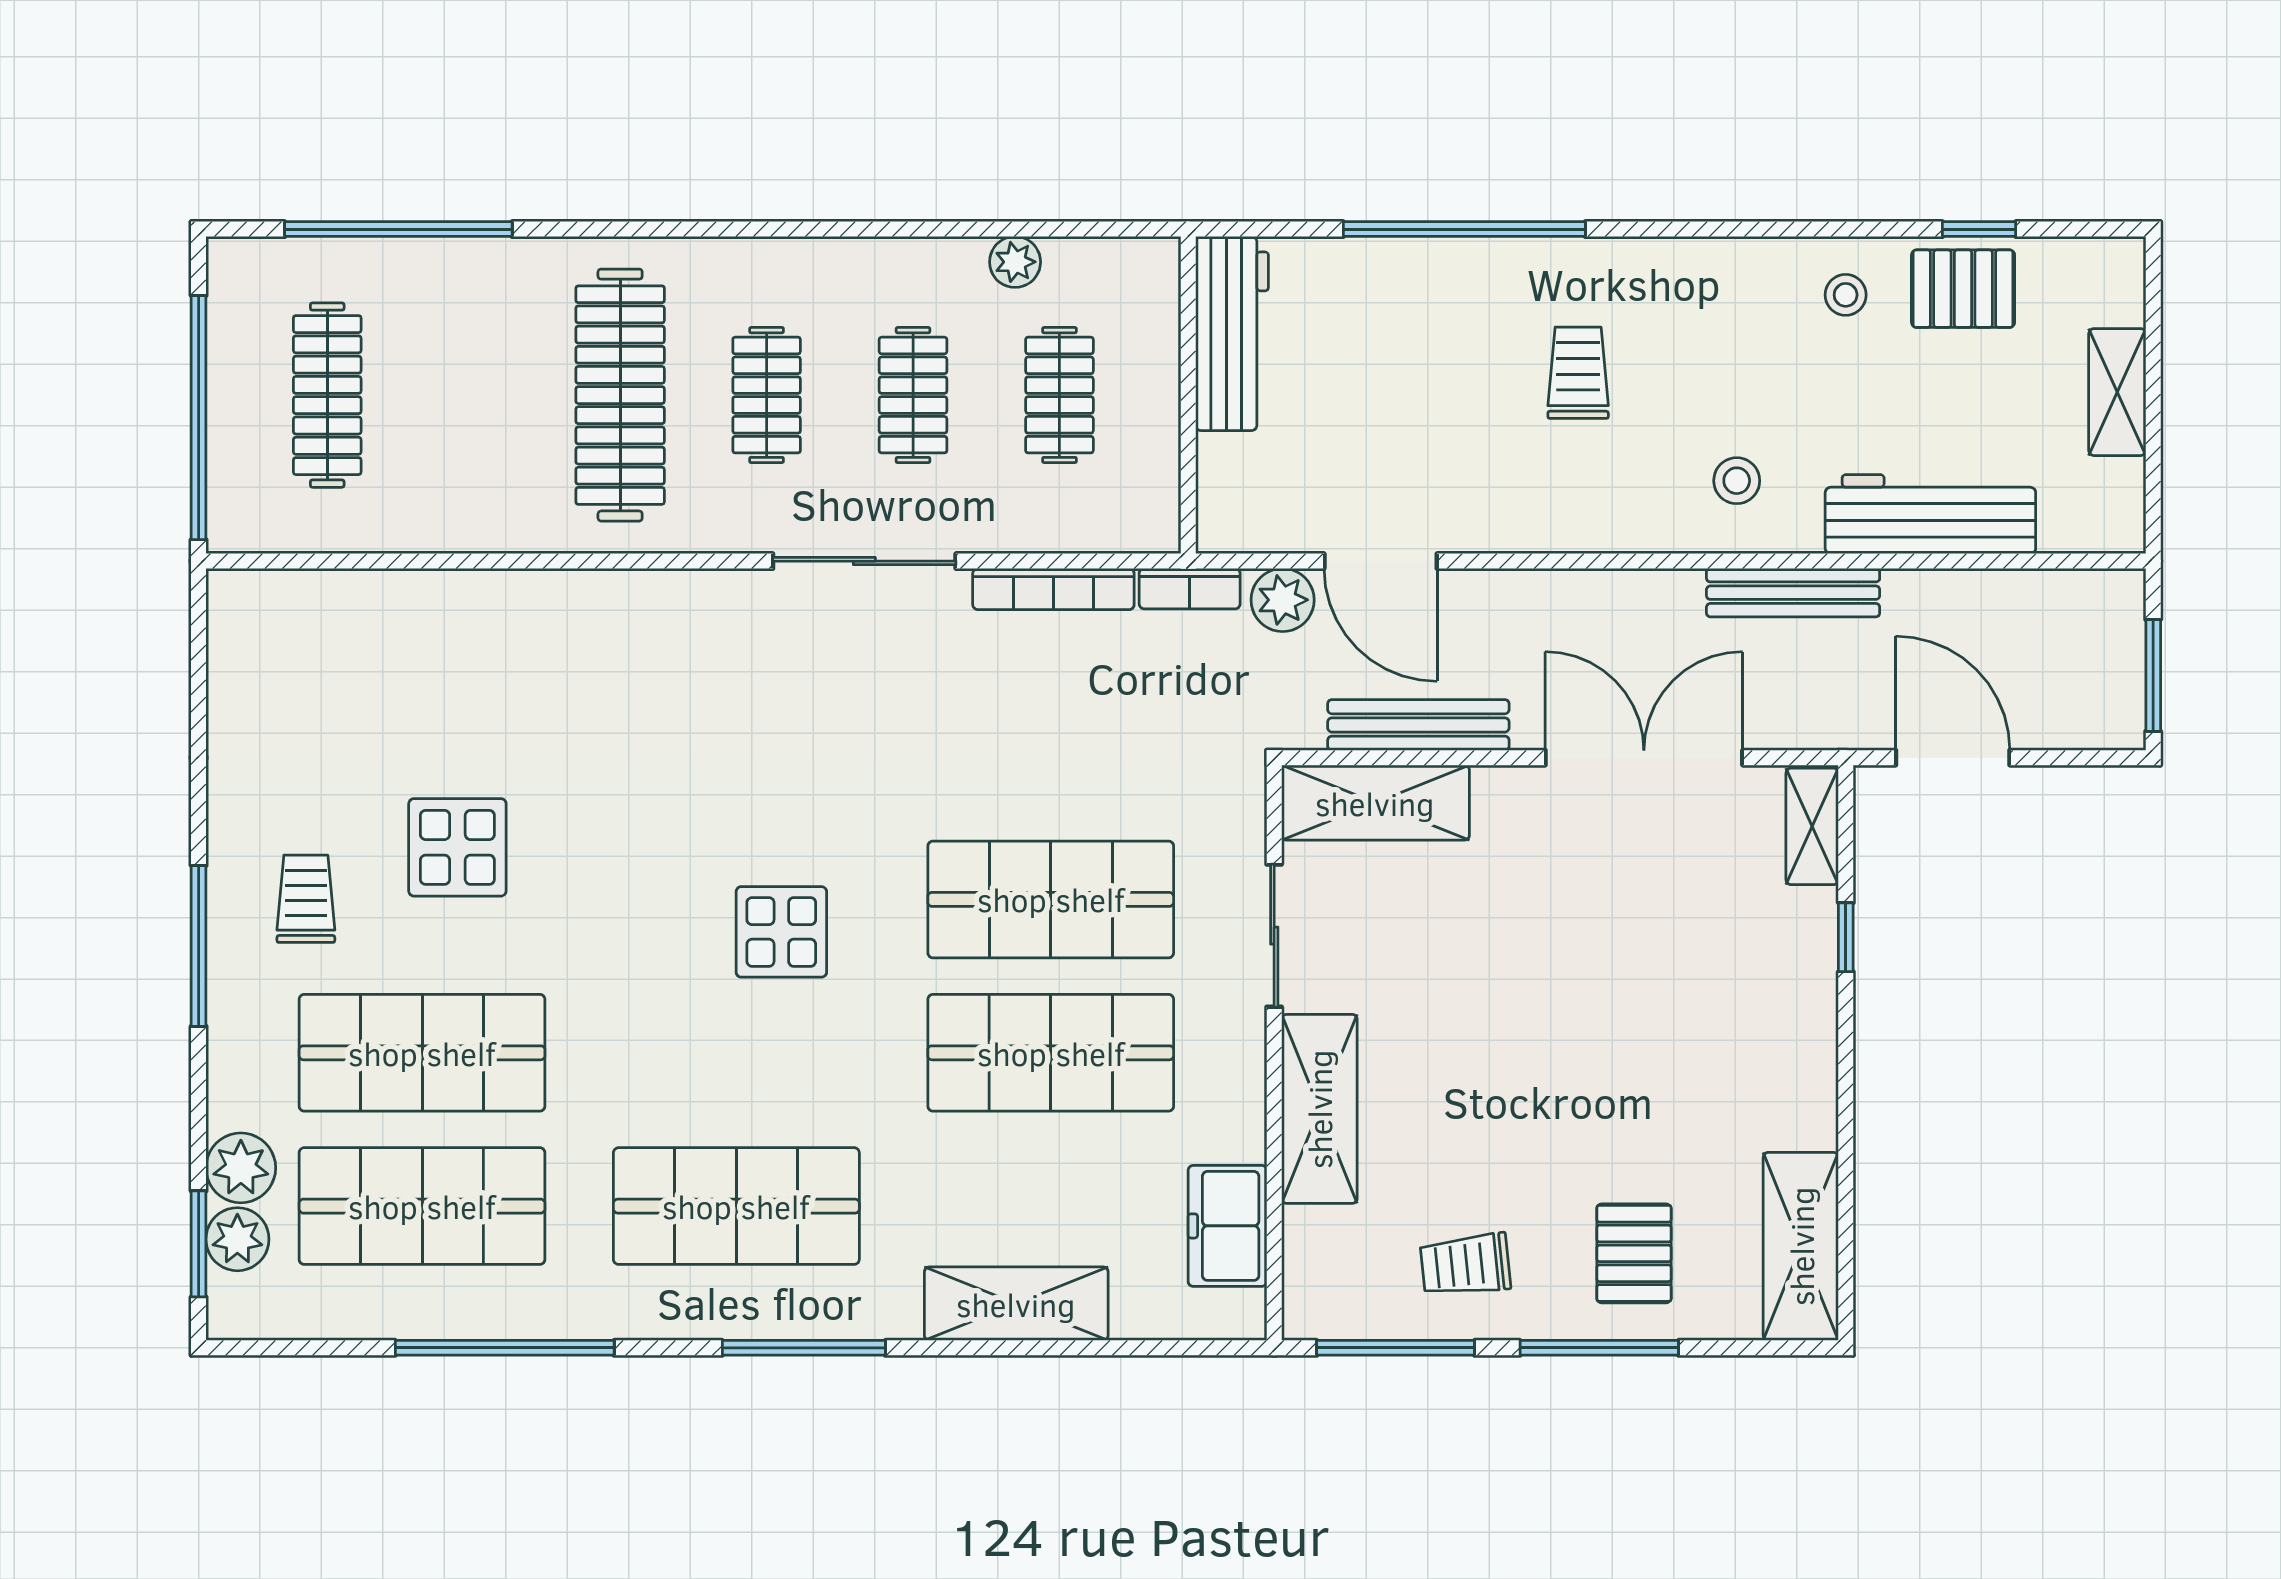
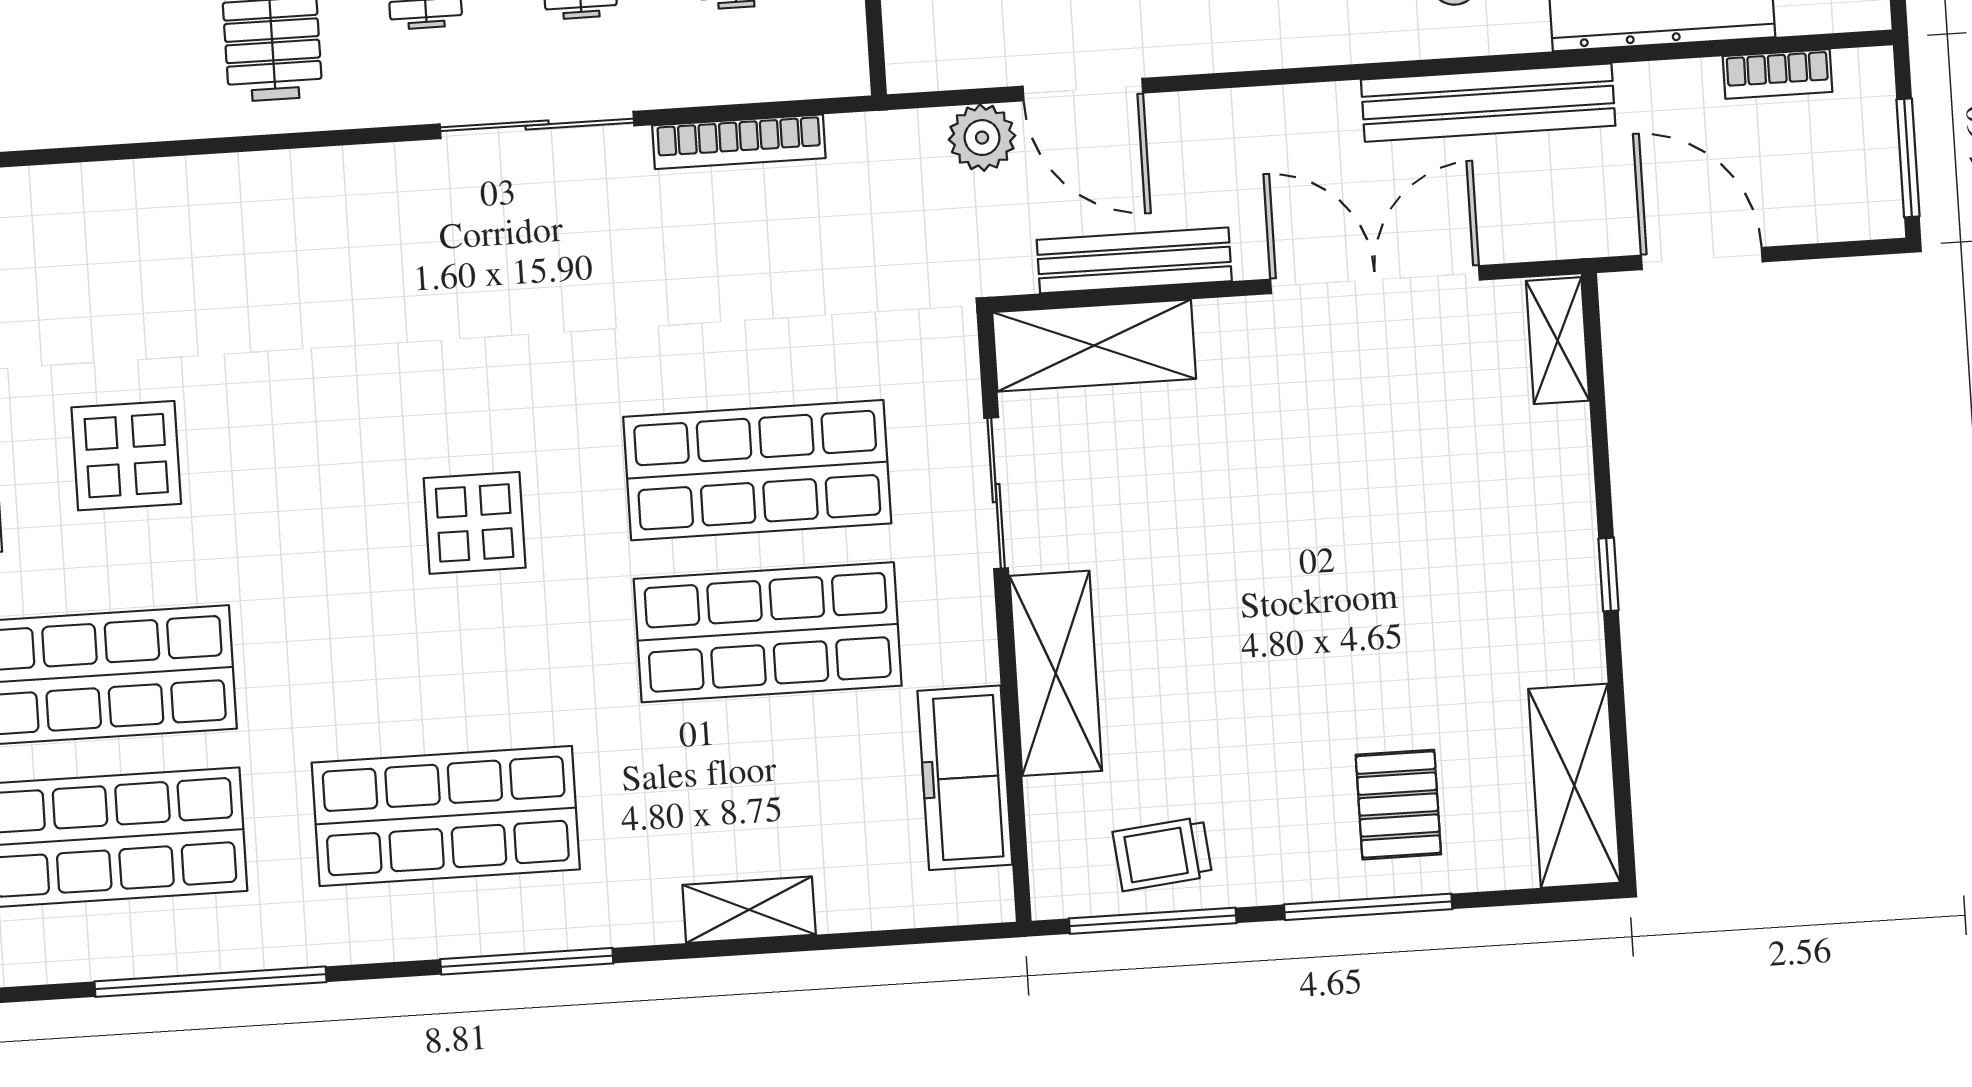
bookcase: (1190, 589) -> (1778, 74), moved
bench: (1793, 593) -> (1488, 103), width x1.37, depth x1.21
window: (1846, 937) -> (1609, 574), moved
freezer: (1227, 1226) -> (965, 778), width x1.40
trolley: (1465, 1265) -> (1162, 854), moved
shelving: (1016, 1304) -> (749, 910), width x0.67, depth x0.75

